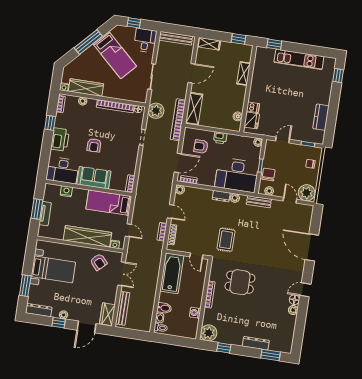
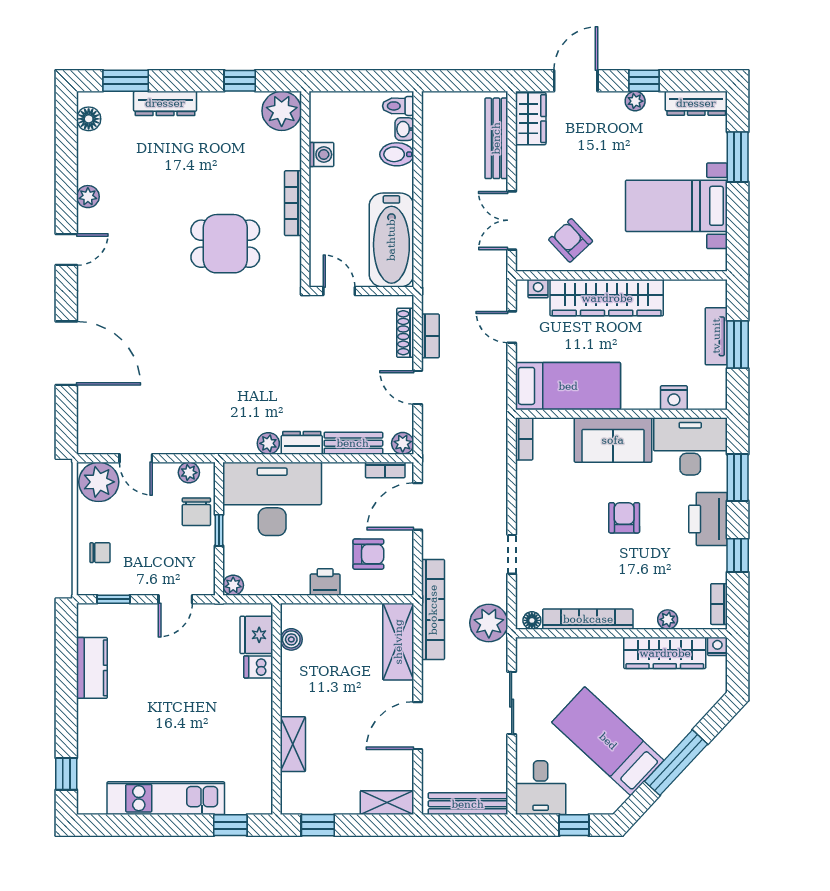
window: (45, 155) -> (738, 477), added
bench: (259, 202) -> (353, 443), moved
rug: (226, 240) -> (274, 340), removed
floor lamp: (294, 300) -> (89, 119), moved

